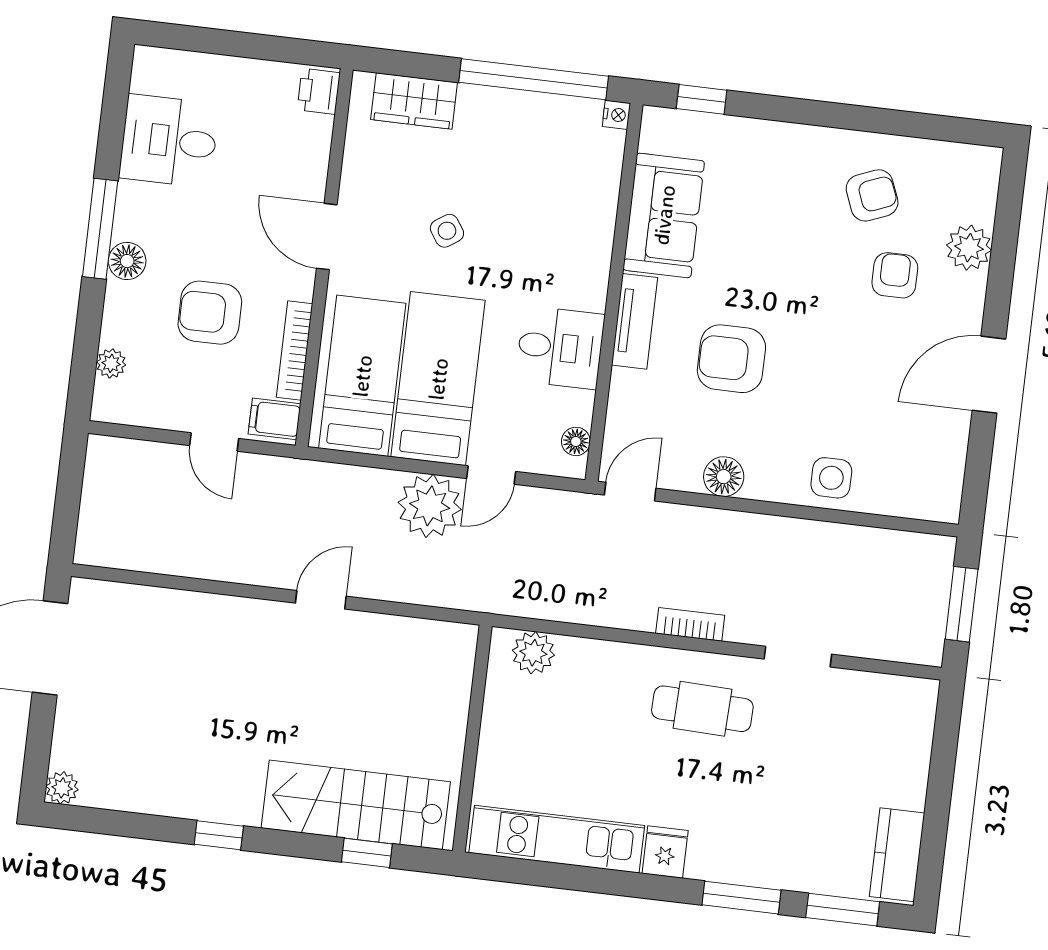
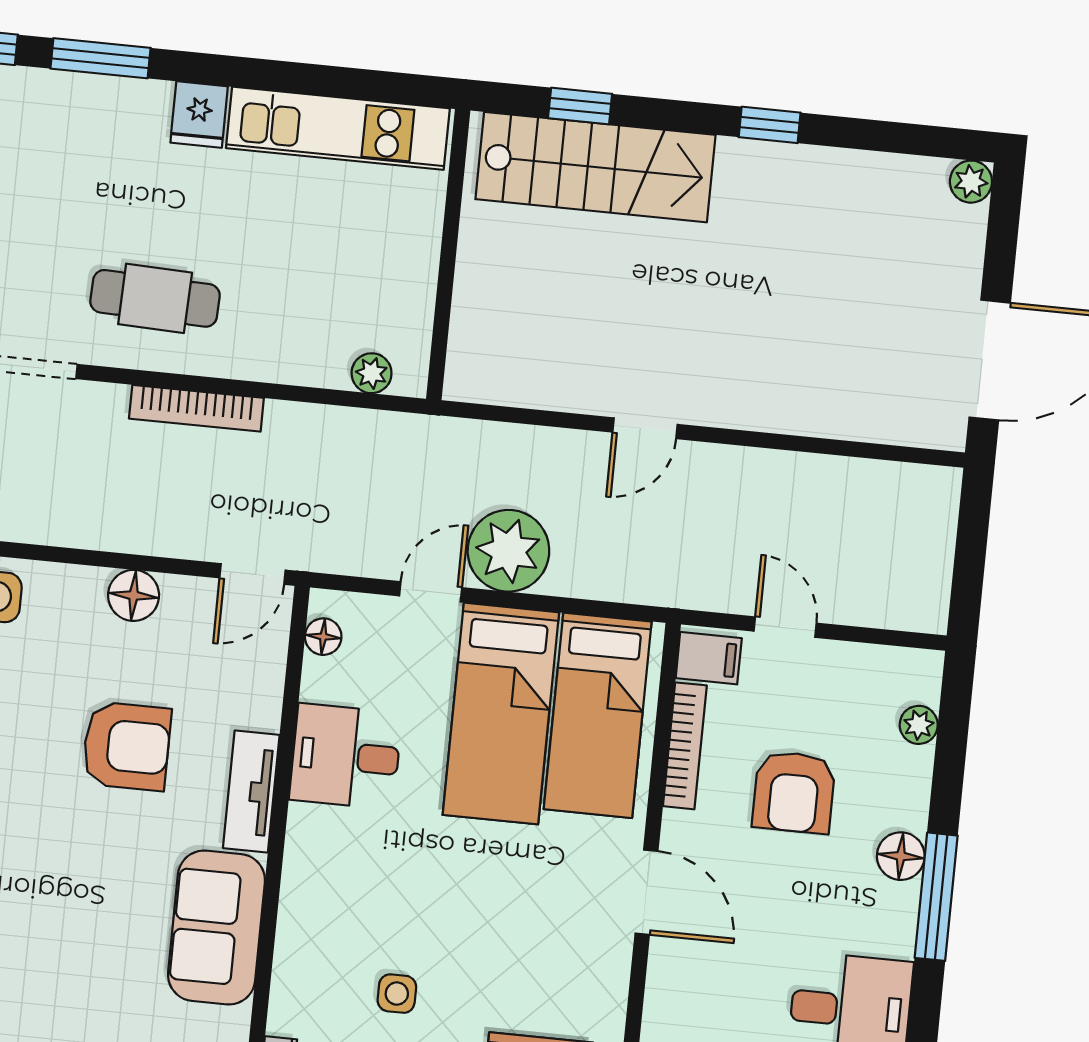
side table: (447, 231) -> (397, 994), moved, turned 34
armchair: (210, 313) -> (794, 792), turned 90
bookcase: (690, 624) -> (196, 408), width x1.56
plant: (533, 653) -> (372, 373), width x0.73, depth x0.73

